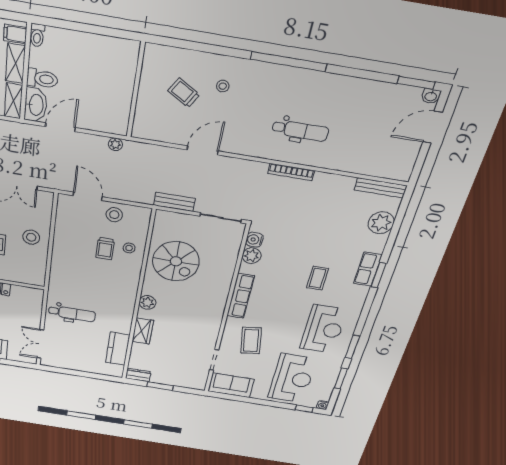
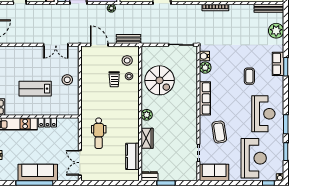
bench: (175, 202) -> (129, 39), moved
stool: (114, 215) -> (127, 60), moved
dental chair: (72, 314) -> (99, 133), turned 90

